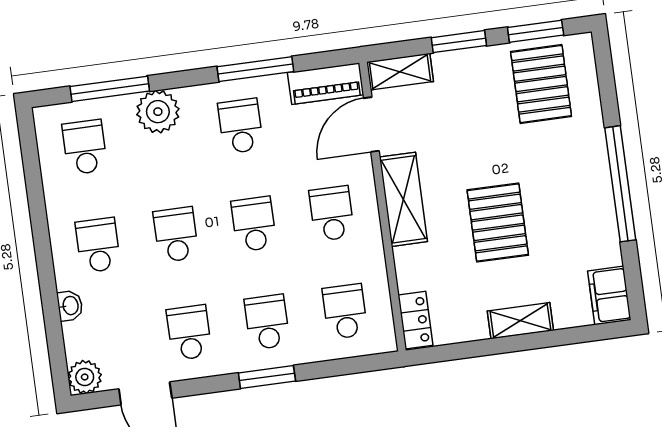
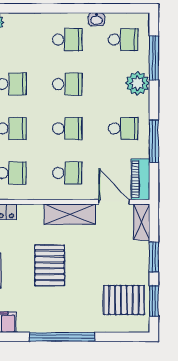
pallet: (498, 223) -> (50, 265), turned 90
washbasin: (70, 306) -> (96, 19), moved

